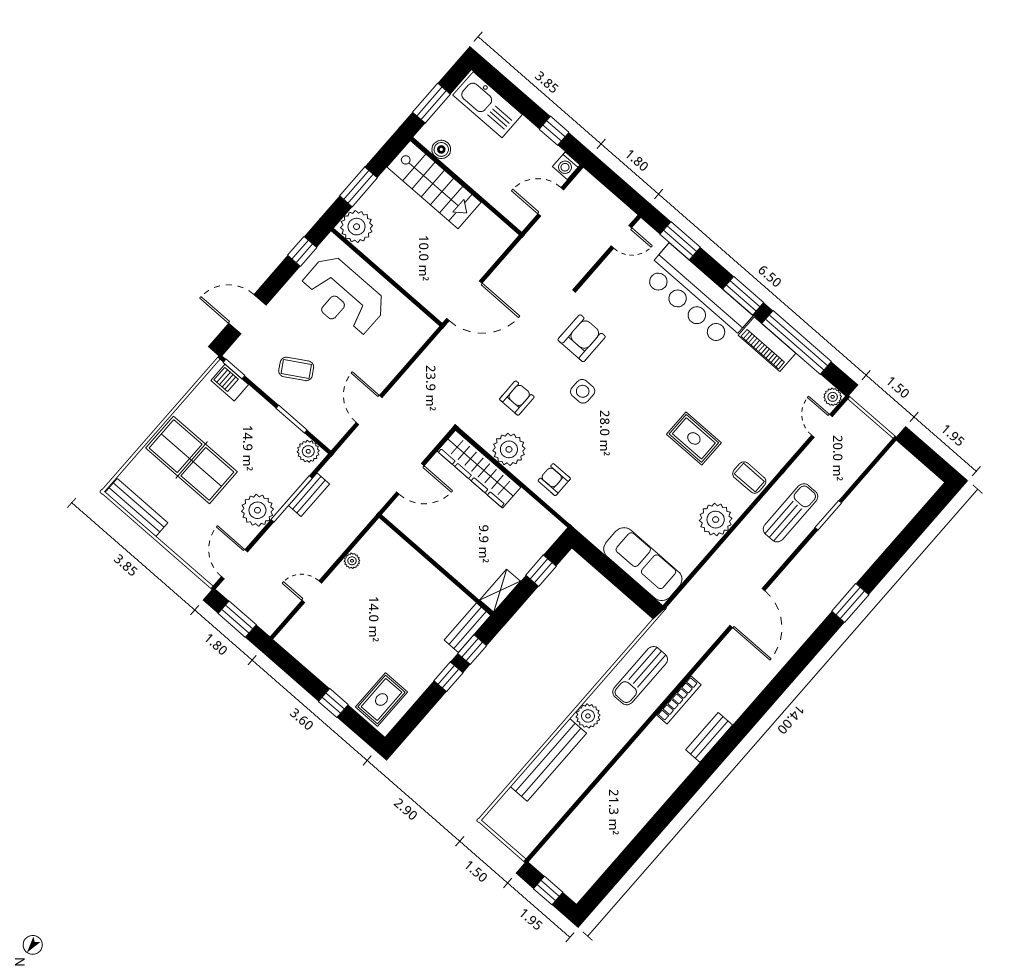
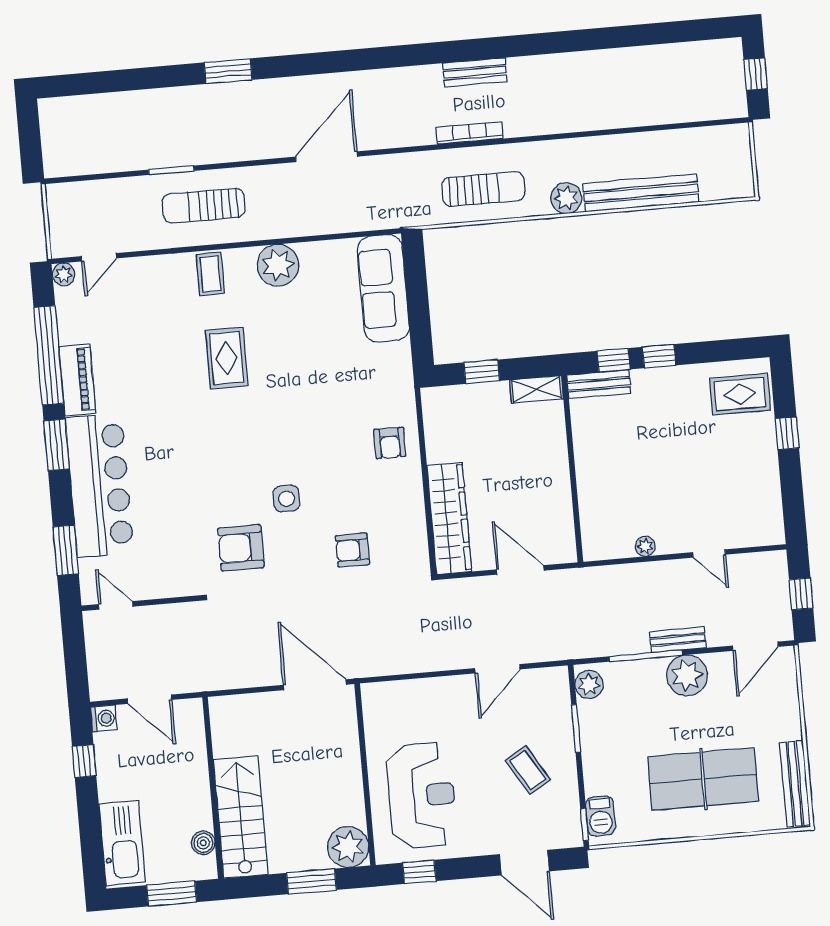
plant: (509, 449) -> (405, 510), removed
table tennis table: (191, 460) -> (703, 779), turned 90
bench: (309, 495) -> (678, 640), moved
window: (237, 619) -> (801, 594), width x0.67

